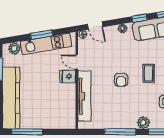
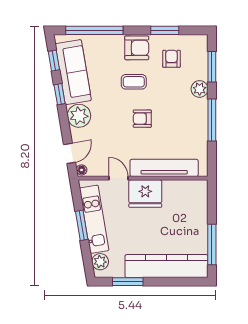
plant: (123, 29) -> (79, 116), width x1.87, depth x1.87
door: (77, 62) -> (118, 178), swing flipped
fridge: (68, 76) -> (145, 194), width x1.88, depth x1.34
armchair: (121, 80) -> (142, 119), turned 180

